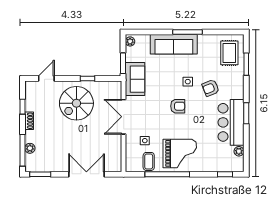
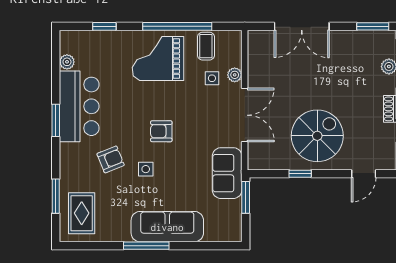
plant: (130, 41) -> (235, 75), moved
window: (225, 174) -> (104, 26), moved

